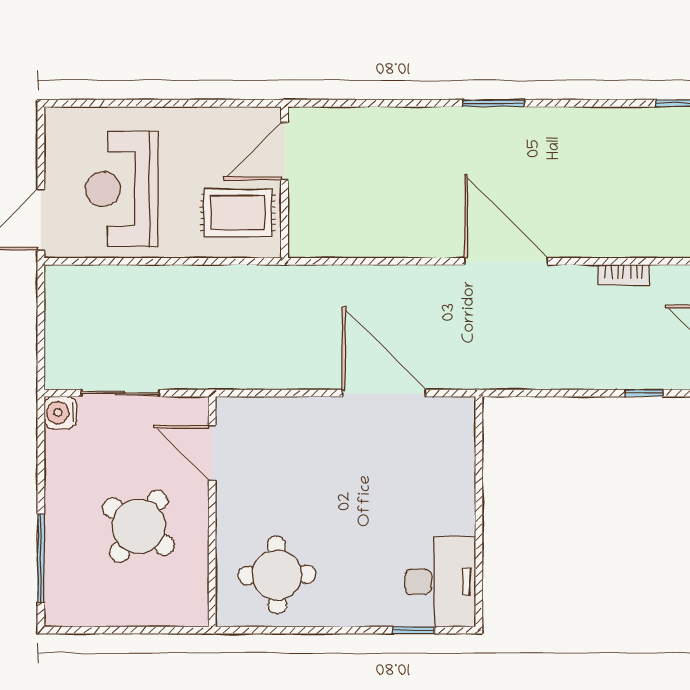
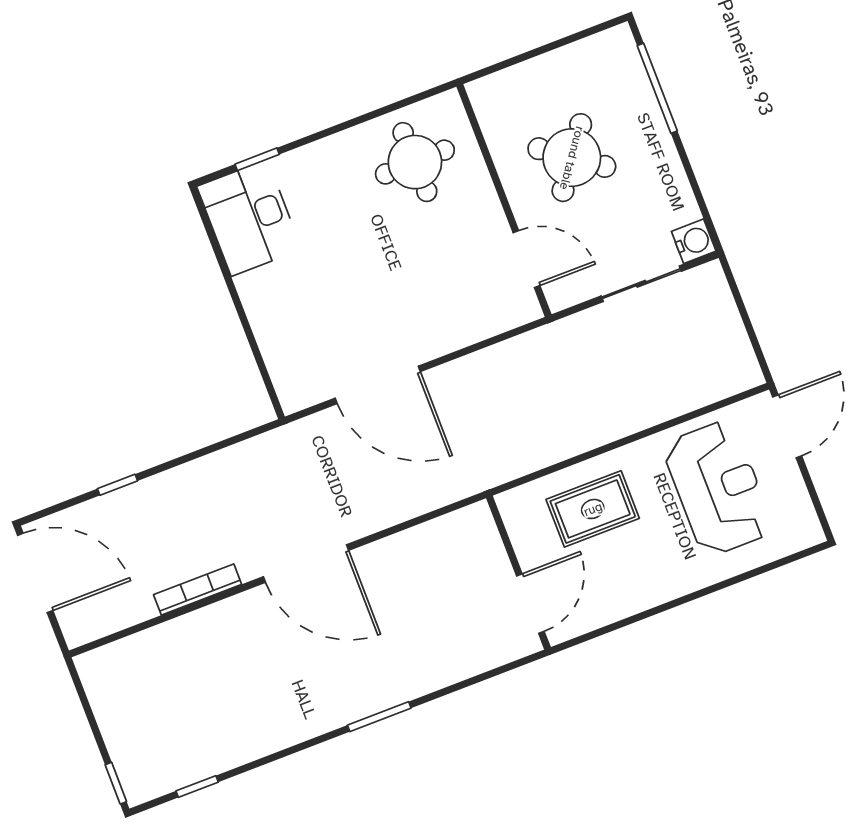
door: (285, 151) -> (530, 604), moved
wall: (285, 182) -> (518, 573), moved
bookcase: (624, 275) -> (198, 590), width x1.56

